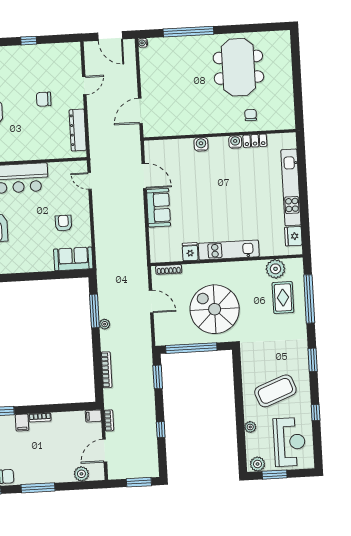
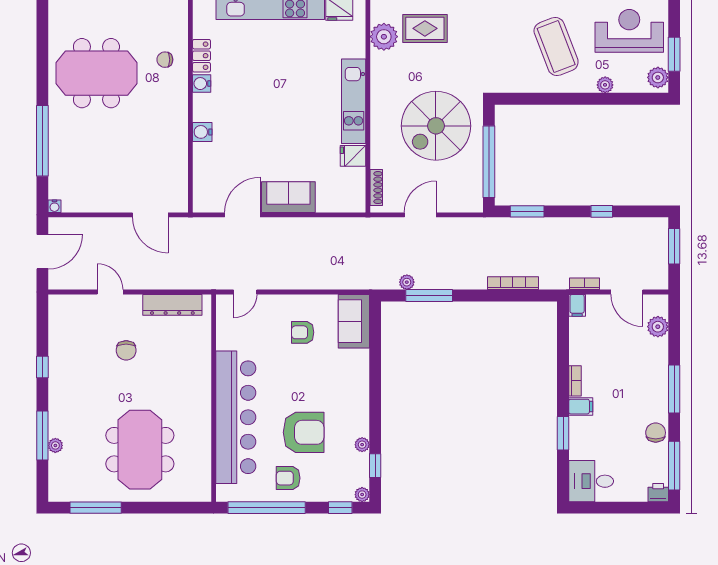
plant: (105, 324) -> (407, 282), moved

